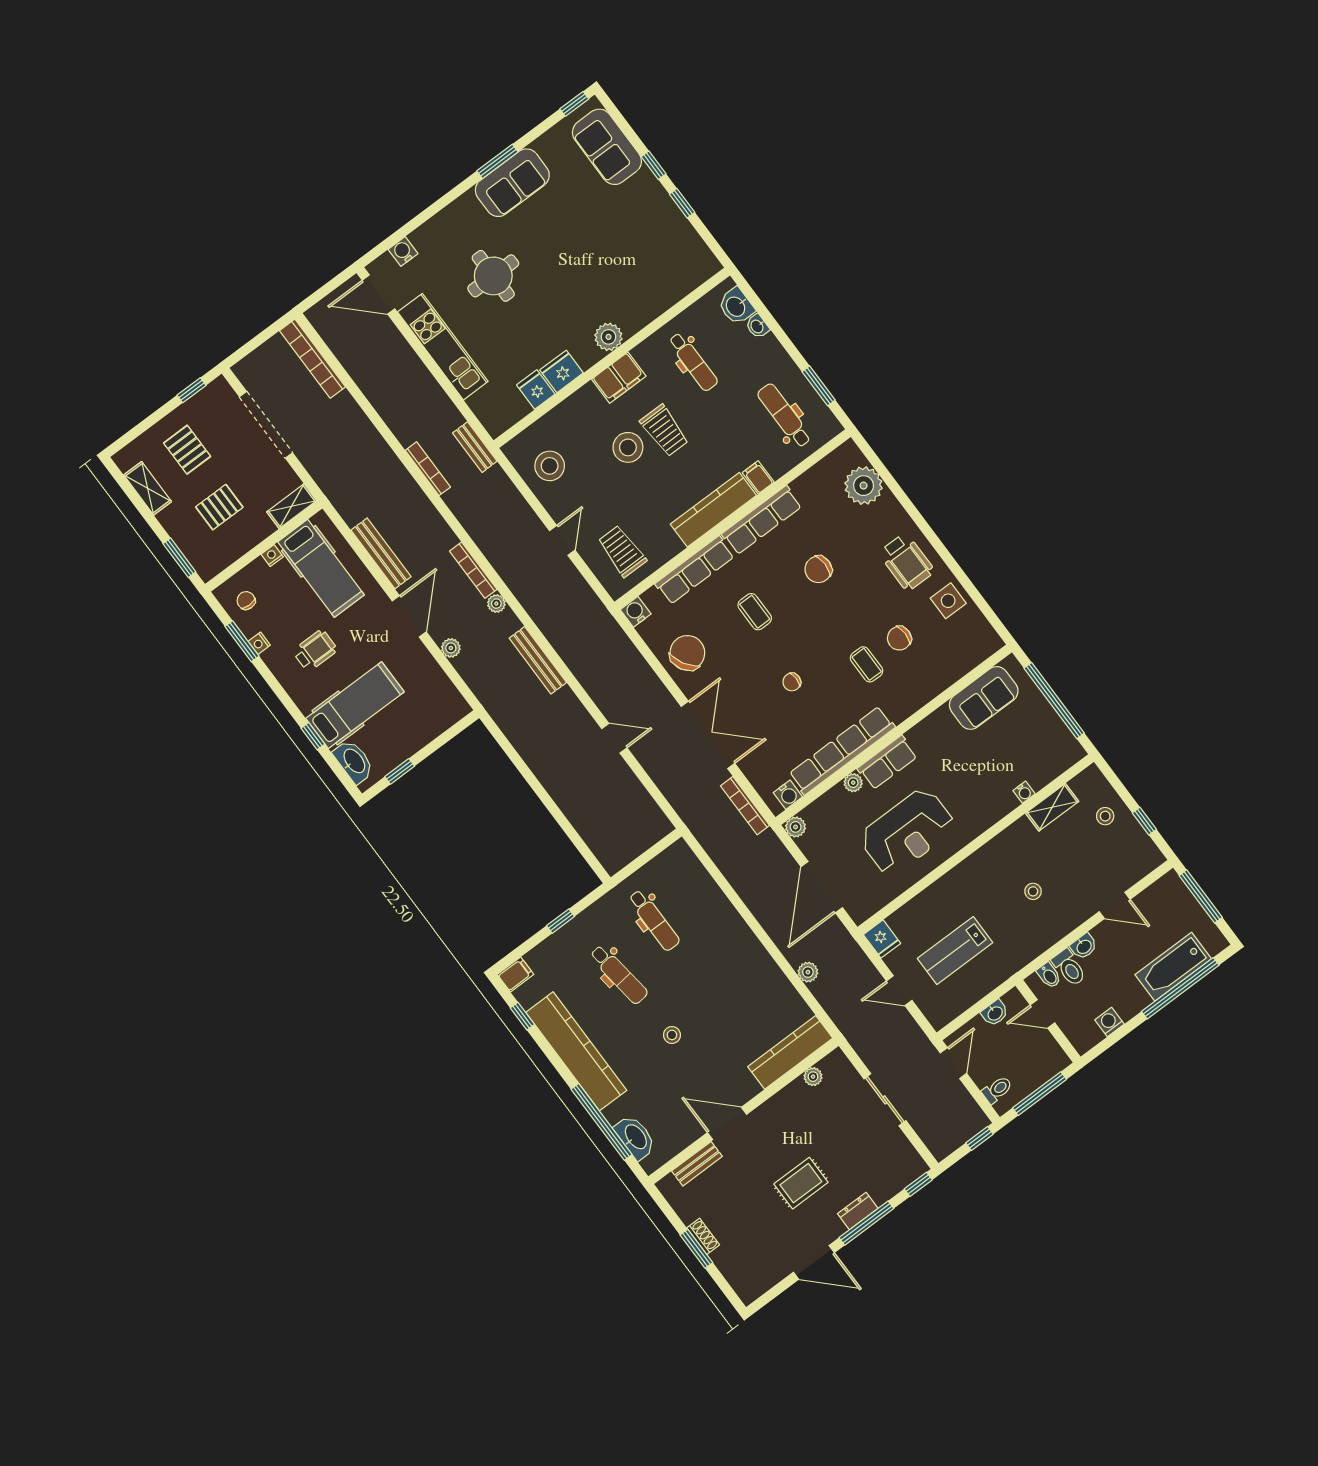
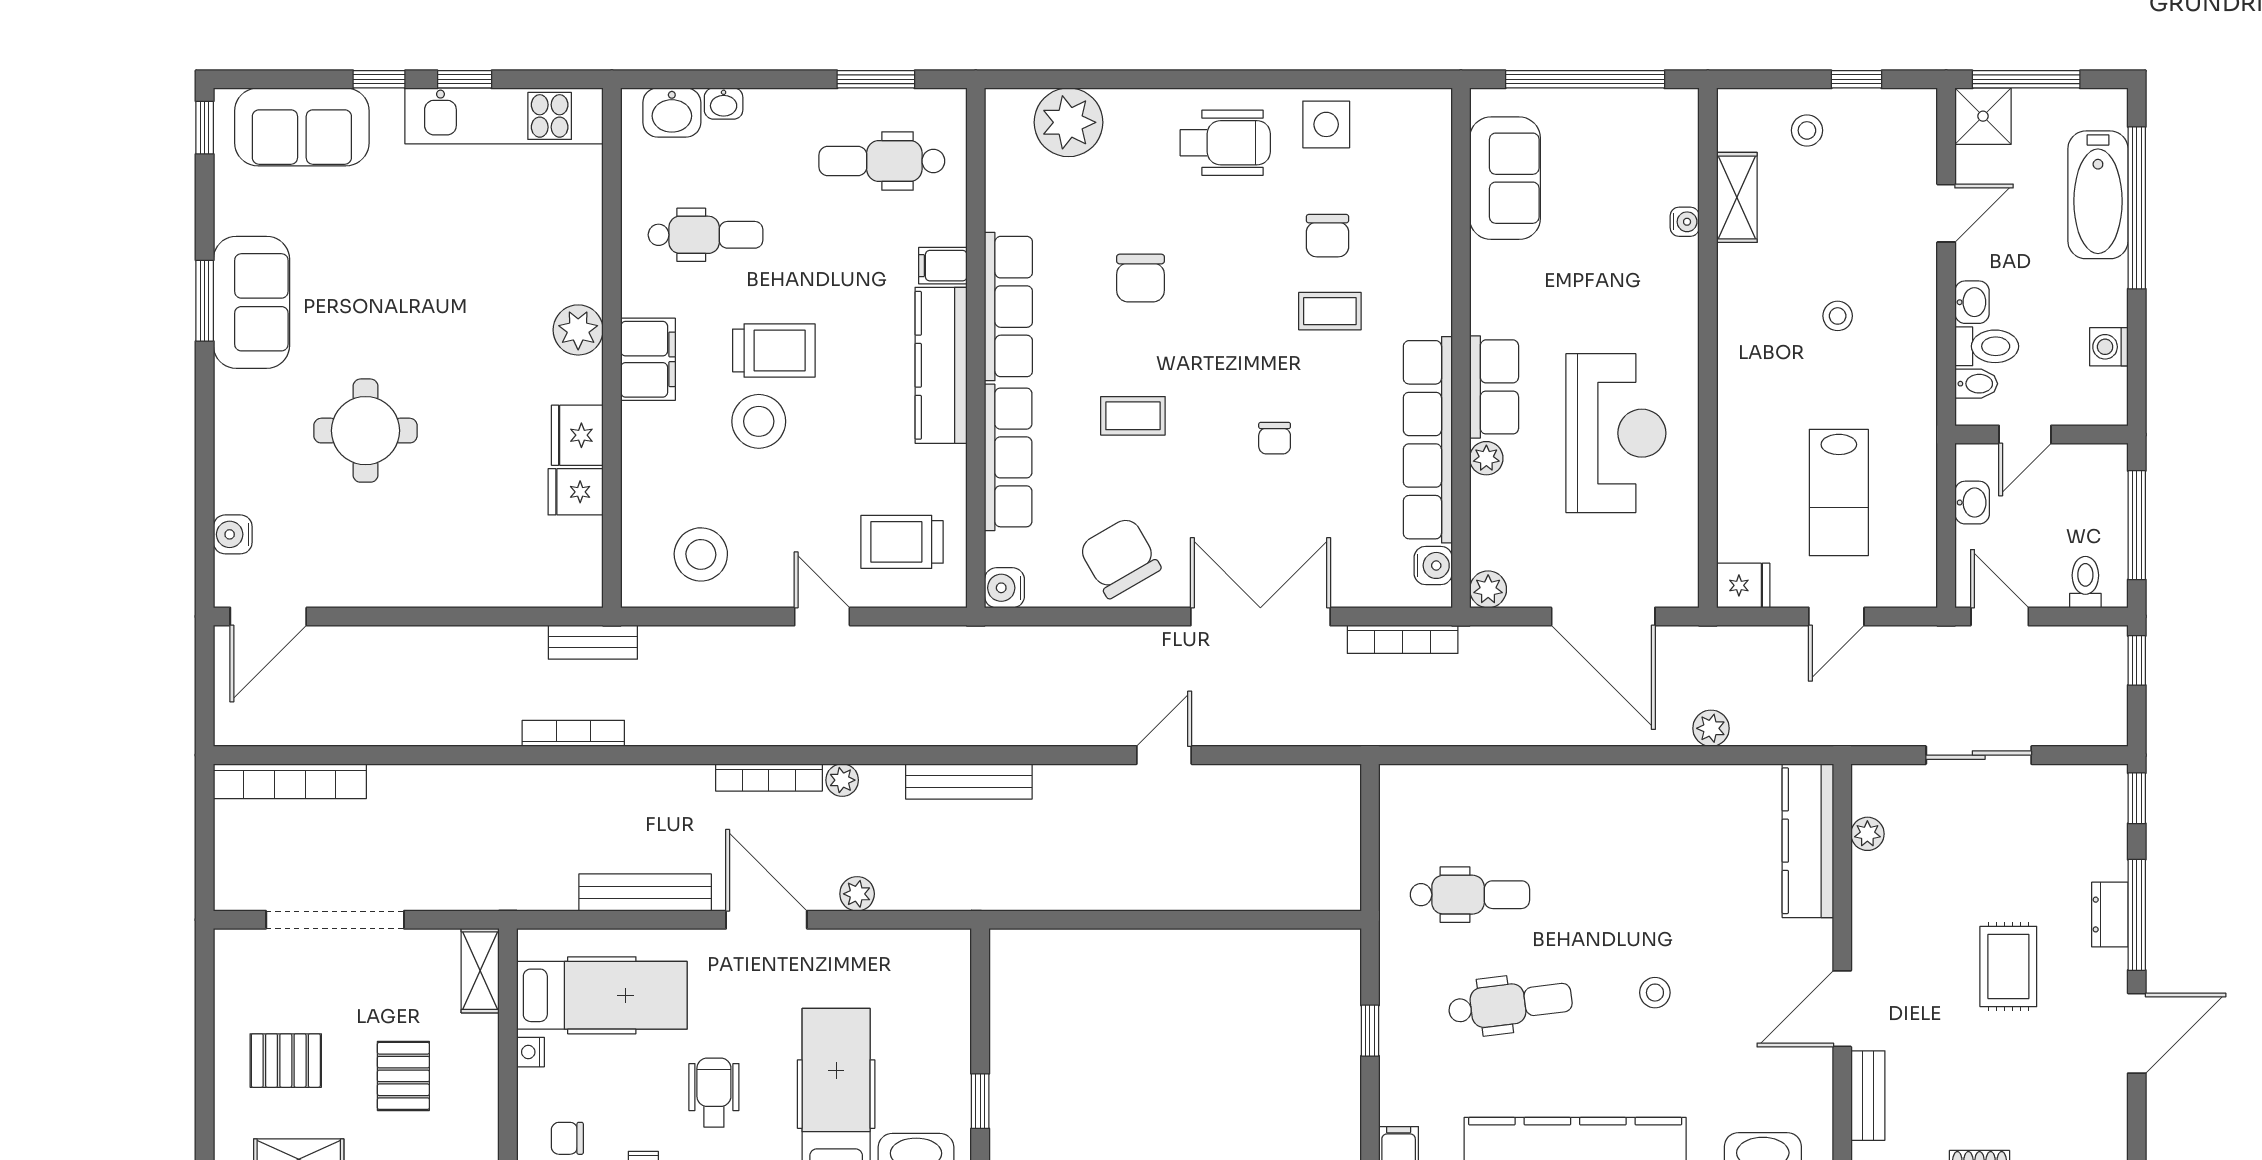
kitchen unit: (443, 347) -> (504, 116), moved, turned 180
window: (192, 390) -> (205, 990), removed
shower: (1170, 890) -> (1983, 116), added

